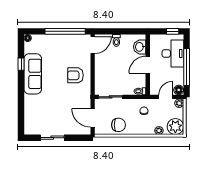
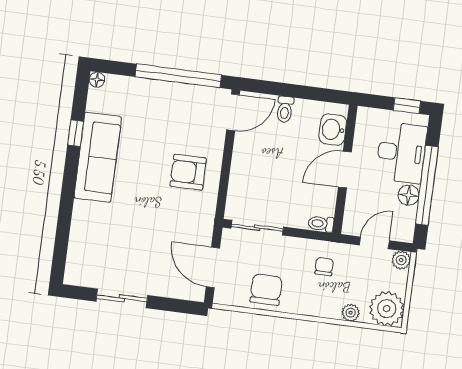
floor lamp: (179, 90) -> (409, 195), moved
chair: (119, 125) -> (266, 290), turned -90

